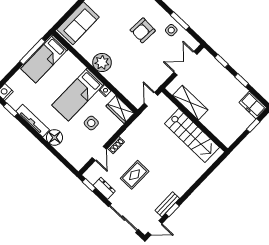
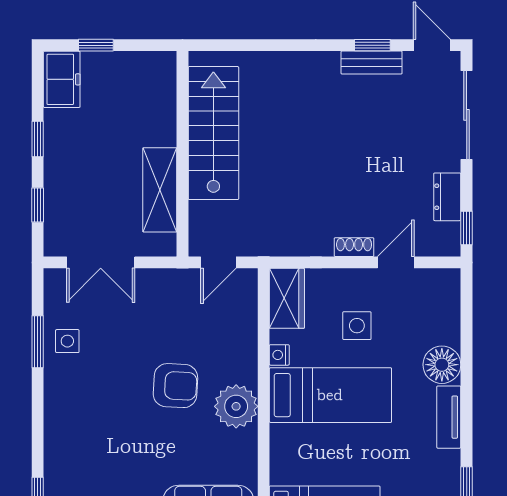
armchair: (143, 30) -> (175, 386), moved
tv unit: (33, 121) -> (449, 417), width x0.71
rug: (135, 175) -> (374, 167), removed

